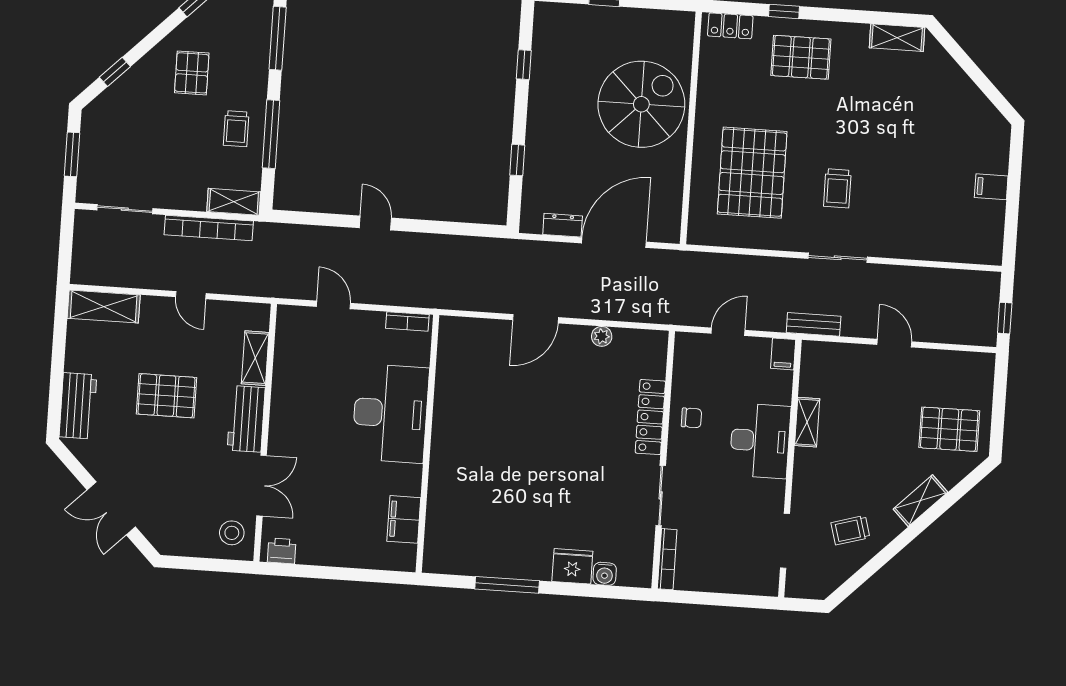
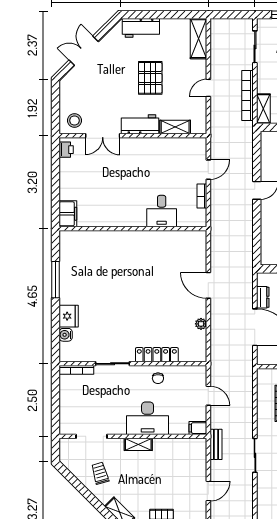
bookcase: (407, 321) -> (202, 196), moved
desk: (390, 413) -> (162, 211), width x0.53, depth x0.77
shelving: (807, 422) -> (138, 444), moved
filing cabinet: (404, 519) -> (68, 214), moved, turned 90

